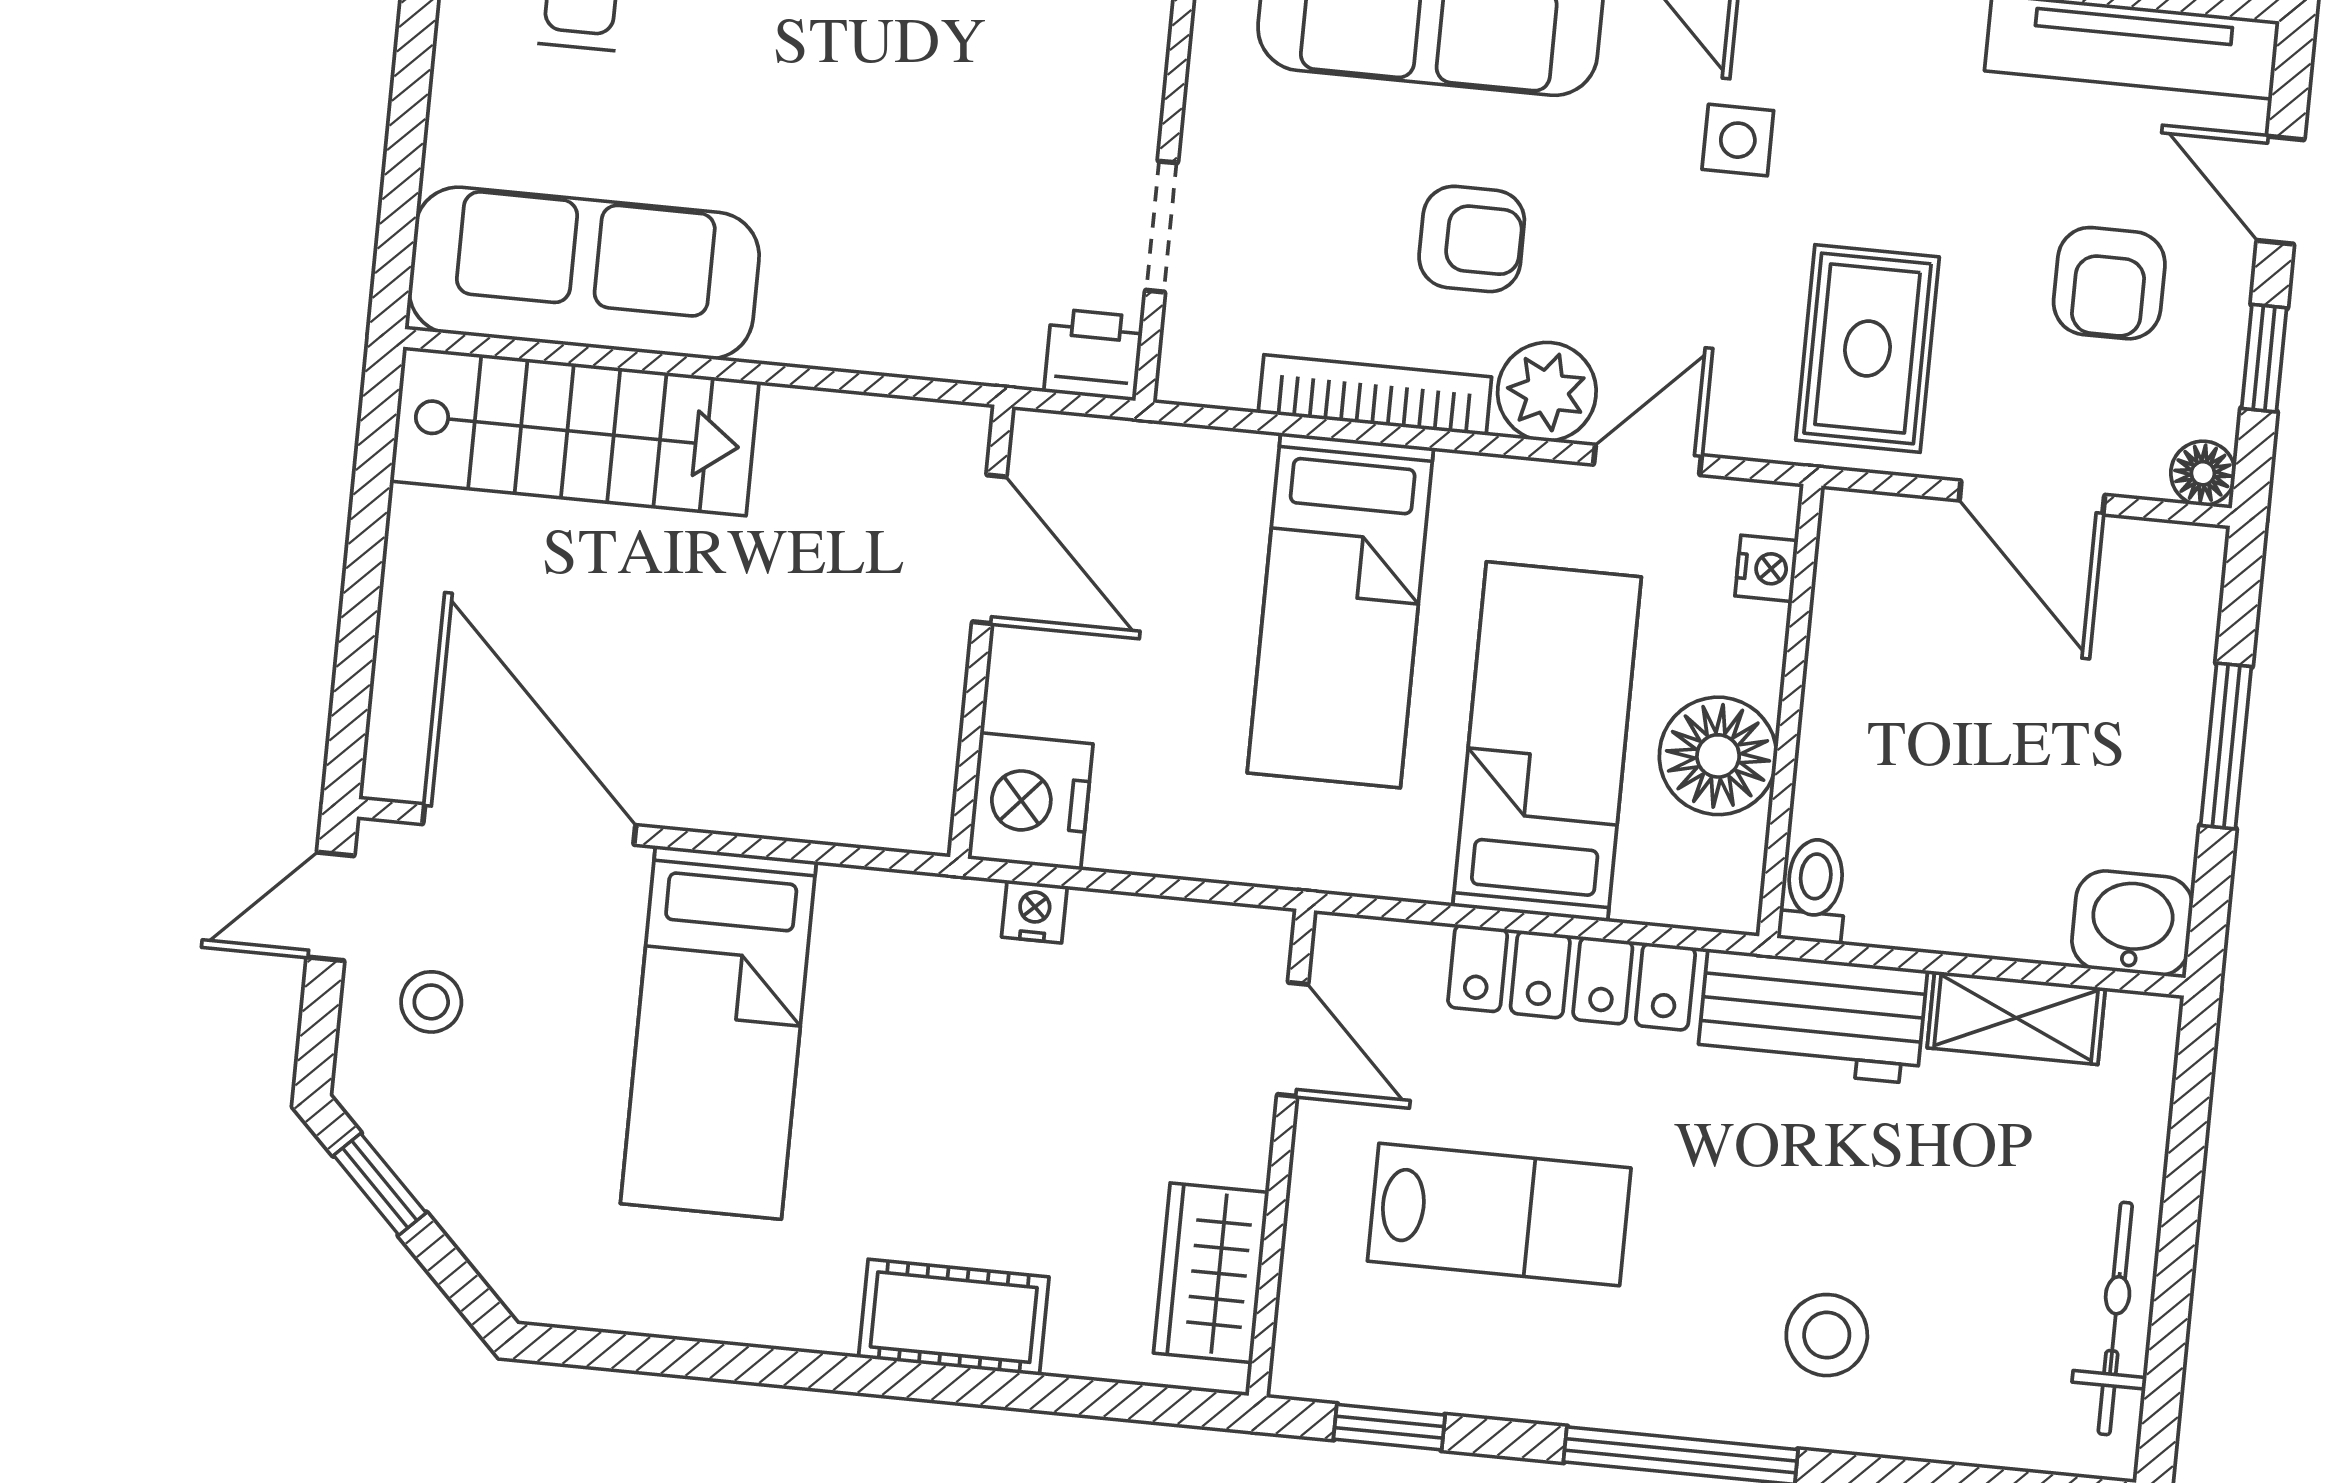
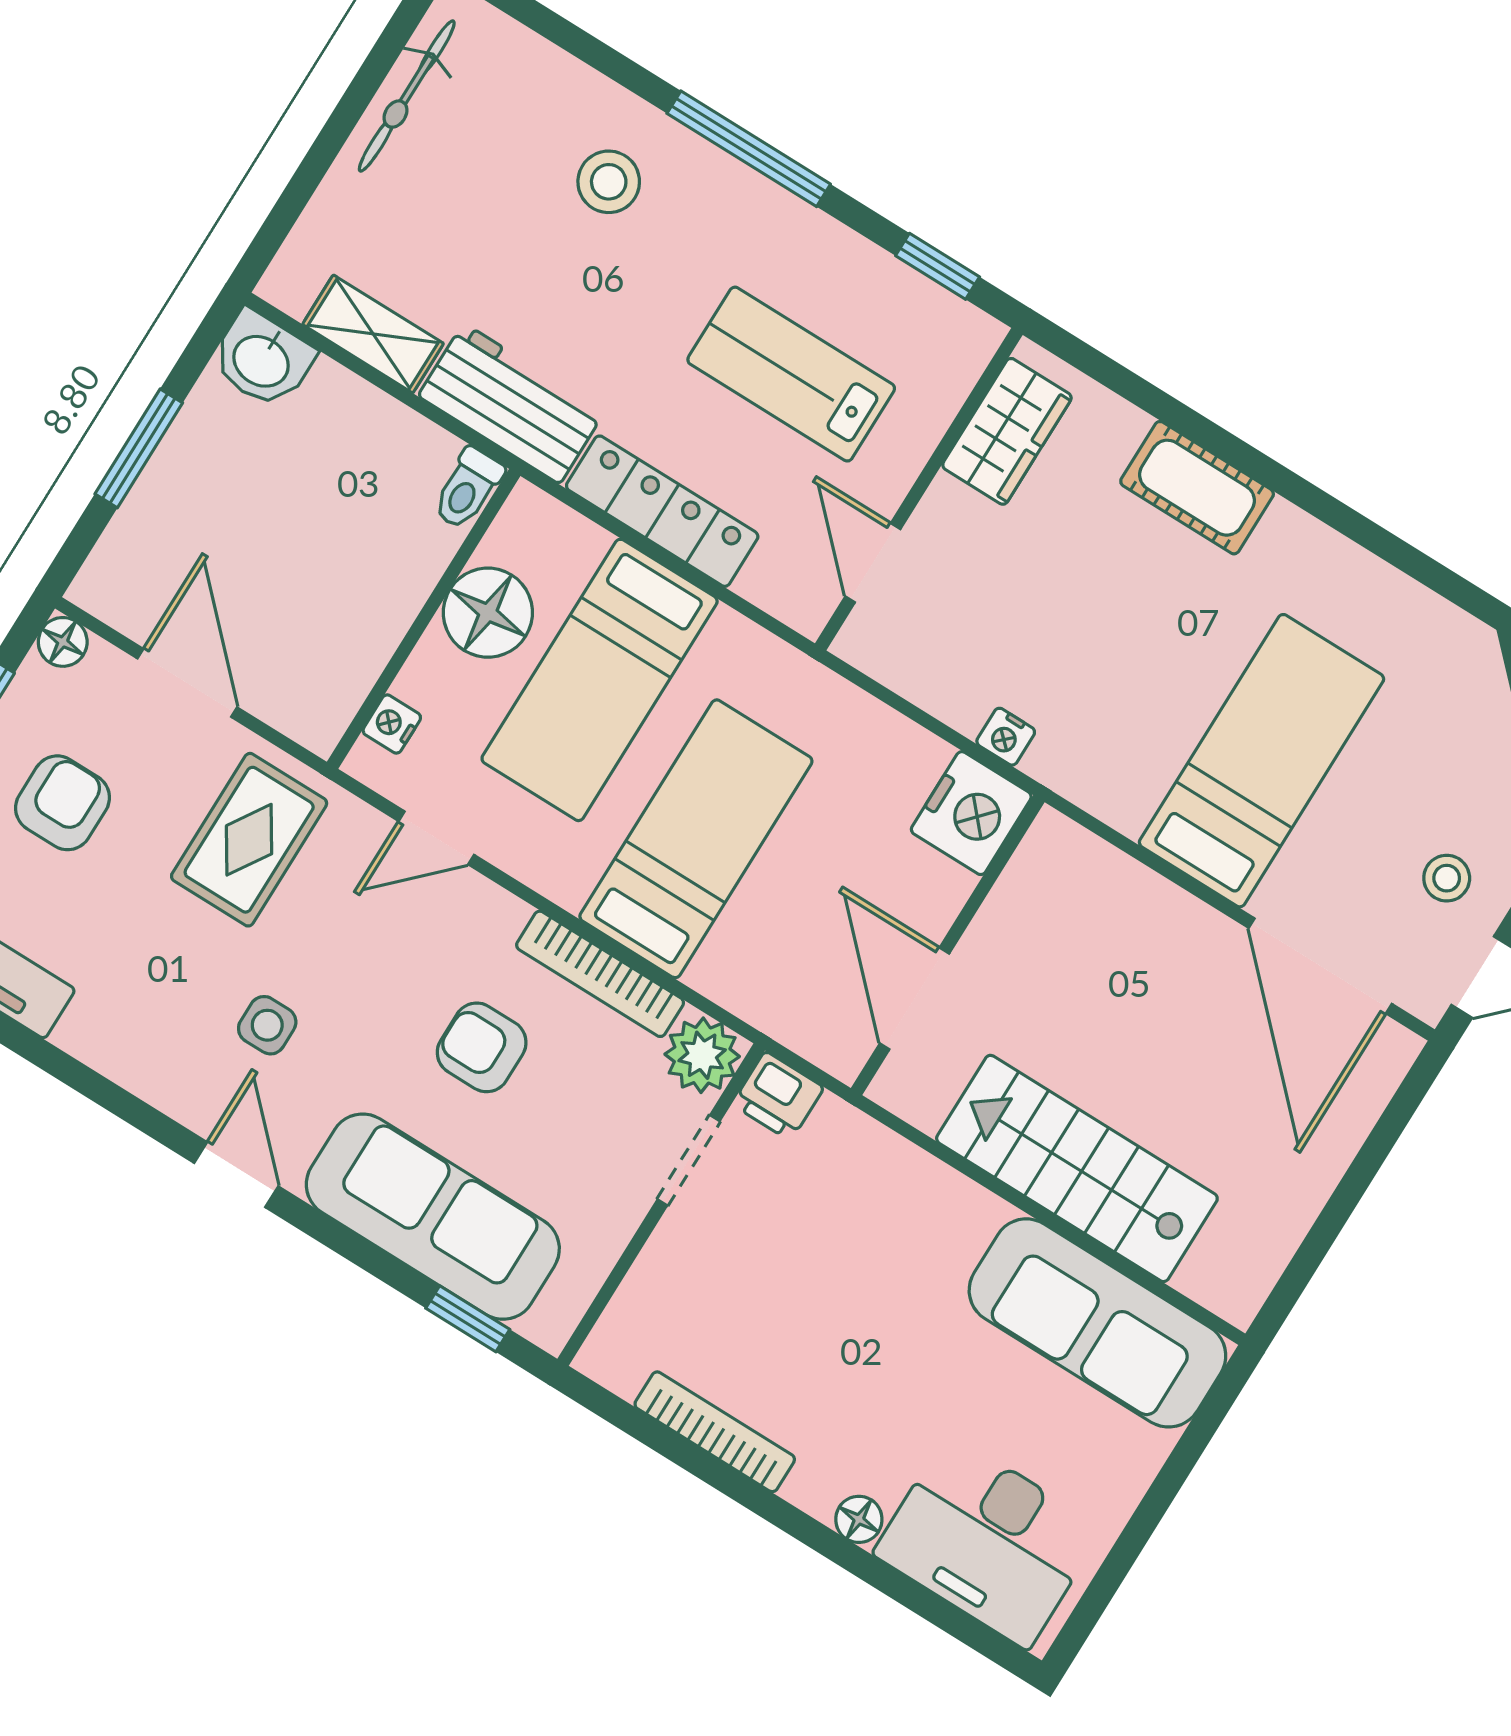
plant: (1547, 392) -> (702, 1055), moved
stairs: (575, 431) -> (1077, 1168), moved

